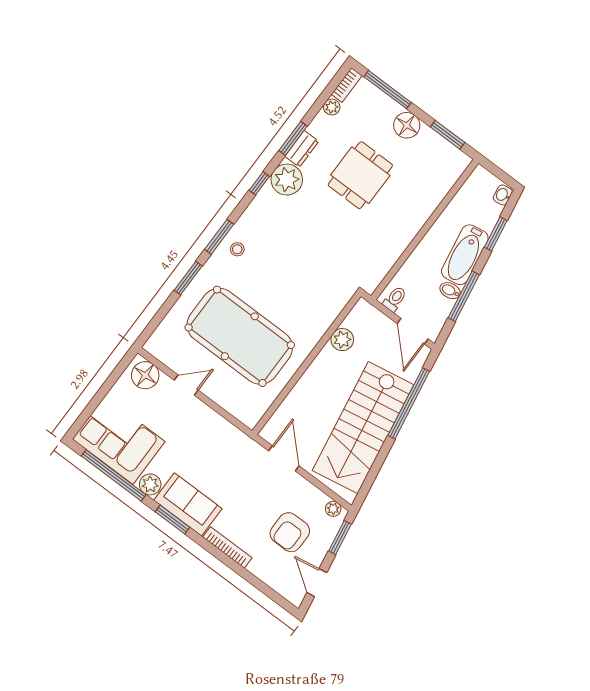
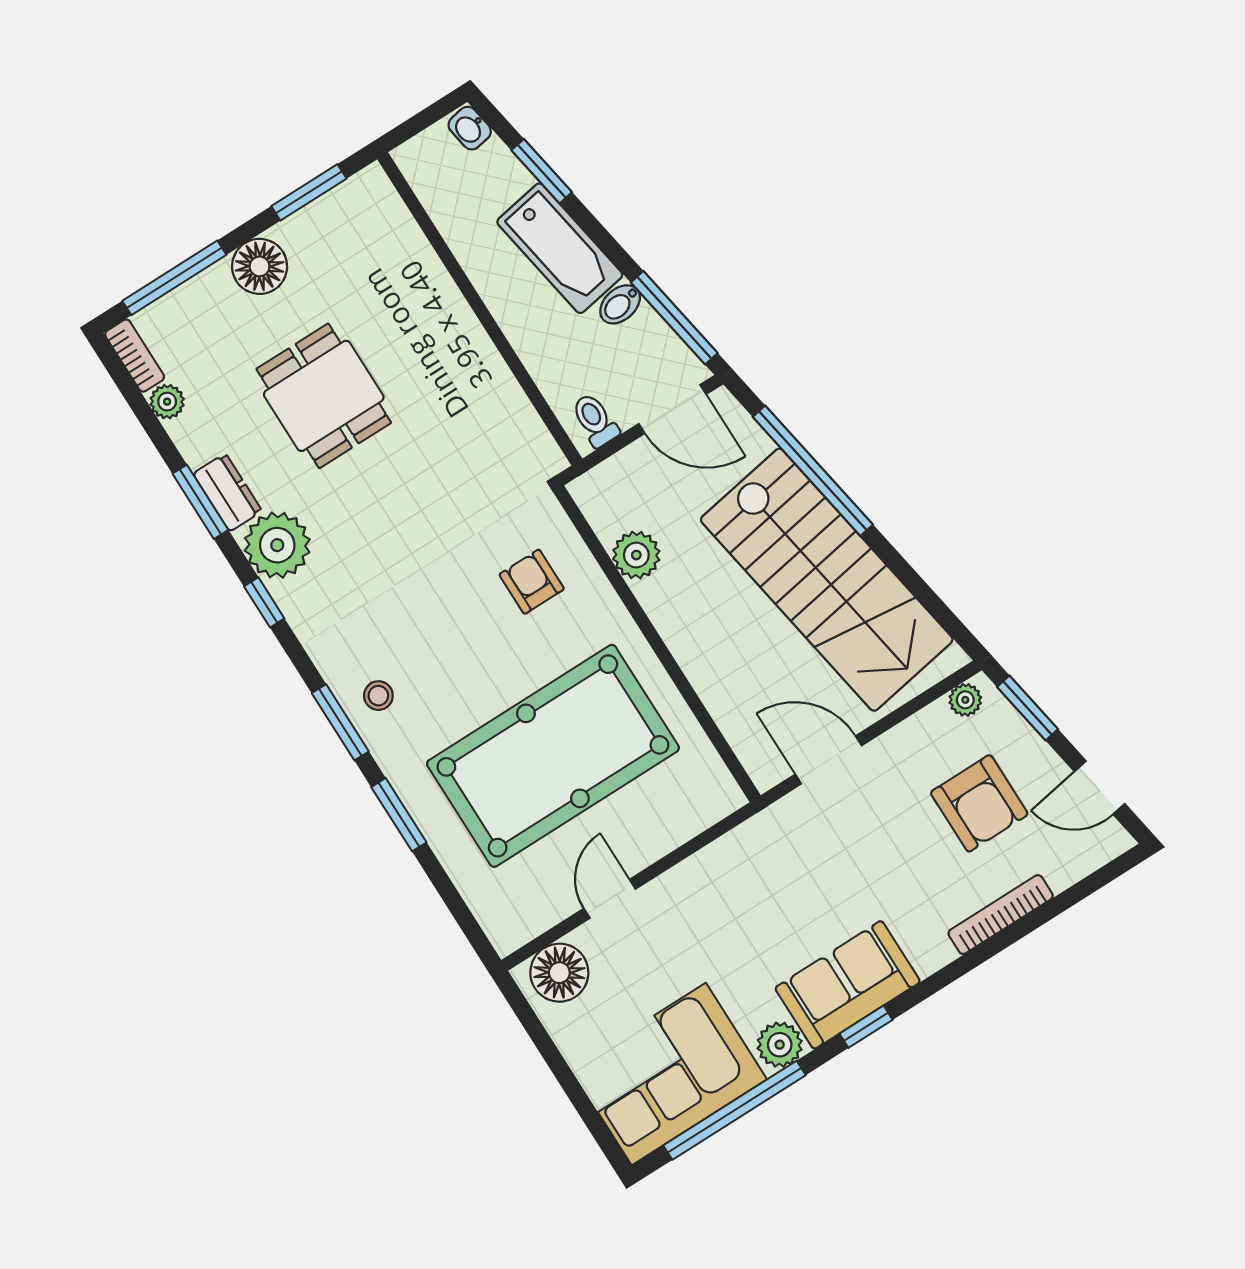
window: (464, 296) -> (674, 318), moved
armchair: (313, 298) -> (532, 582), added
window: (172, 519) -> (866, 1027), width x0.67
bookcase: (227, 547) -> (1001, 915), moved

